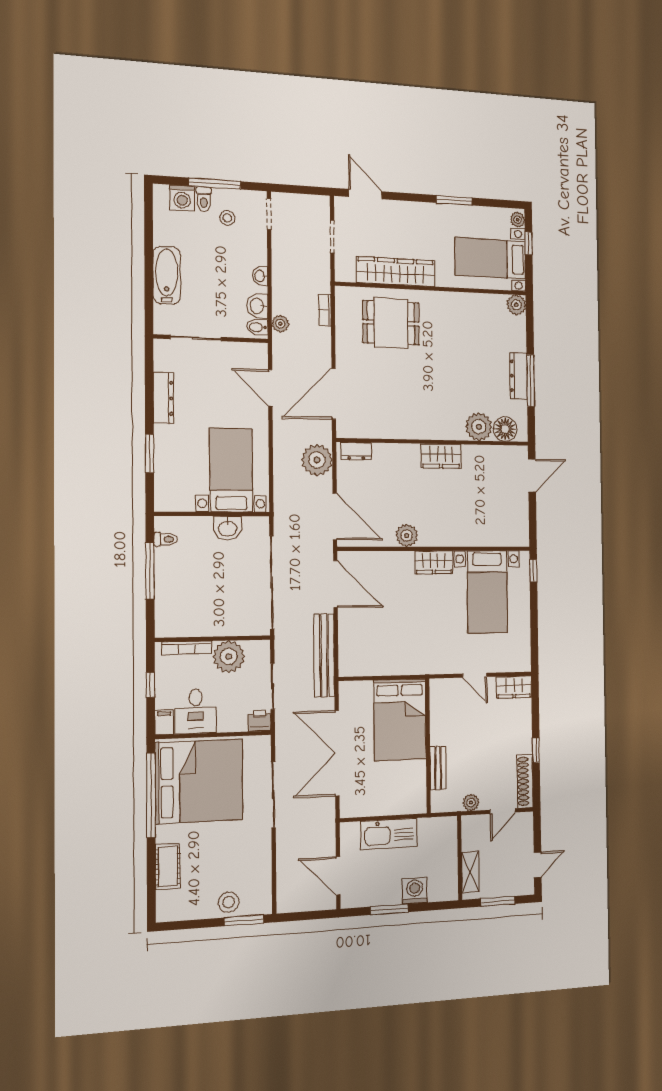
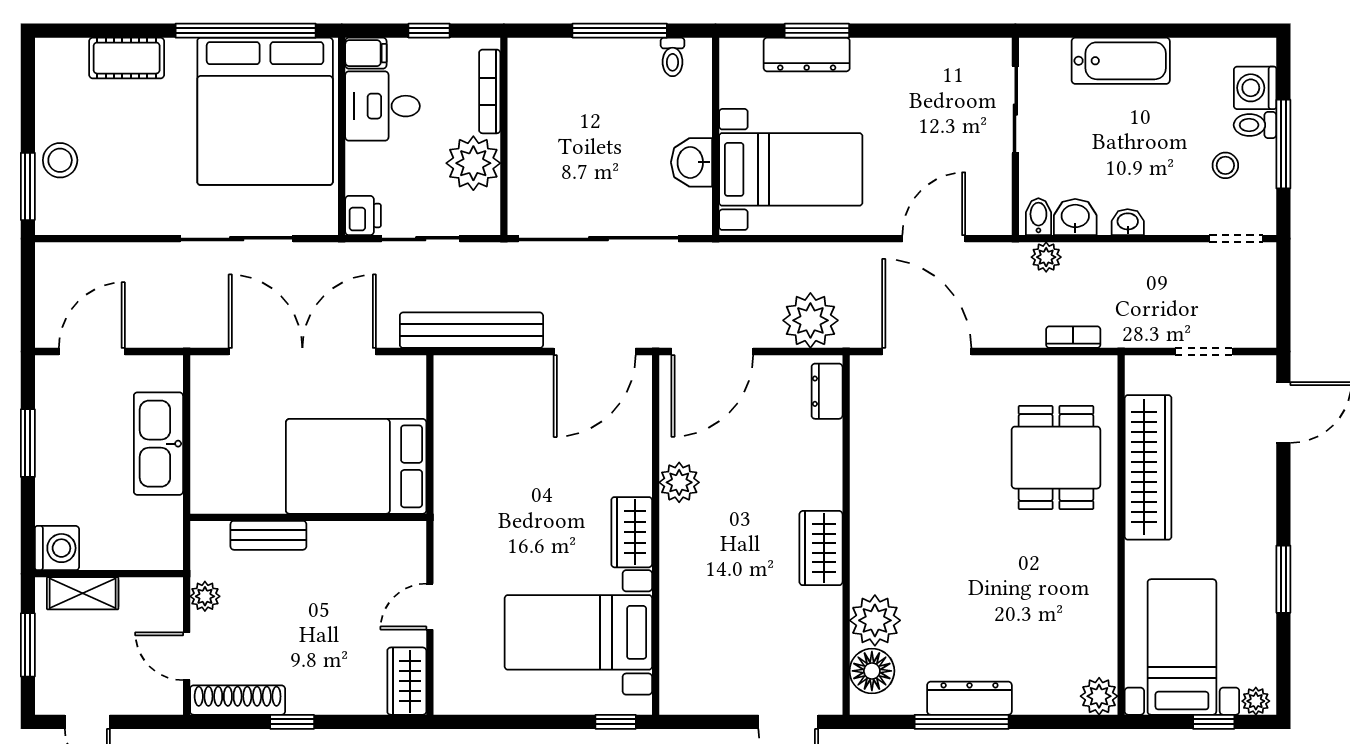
dresser: (163, 398) -> (807, 54), moved
washing machine: (415, 891) -> (57, 548), moved

